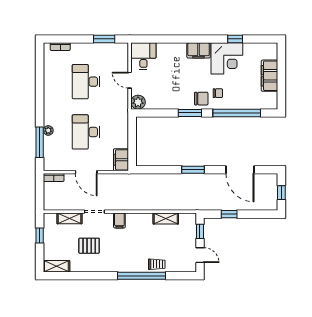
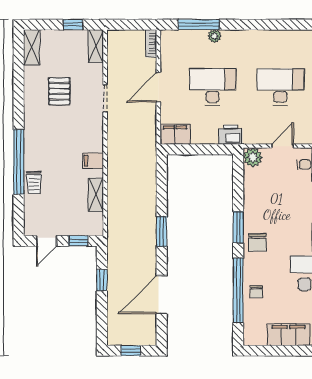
chair: (218, 93) -> (256, 292), moved
printer: (121, 119) -> (231, 135), added
shelving: (69, 218) -> (96, 46), moved
filing cabinet: (119, 220) -> (93, 161), moved

